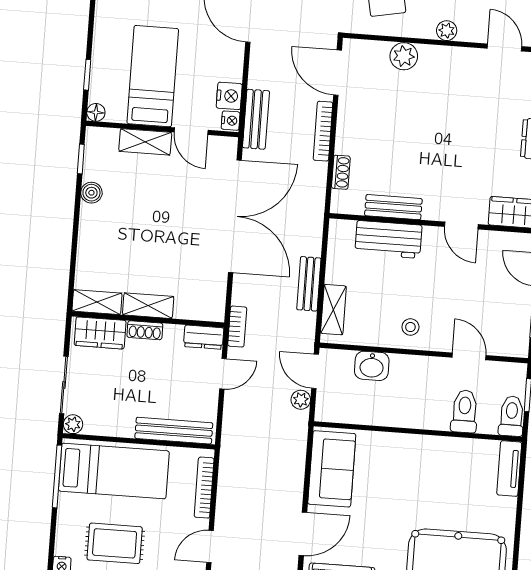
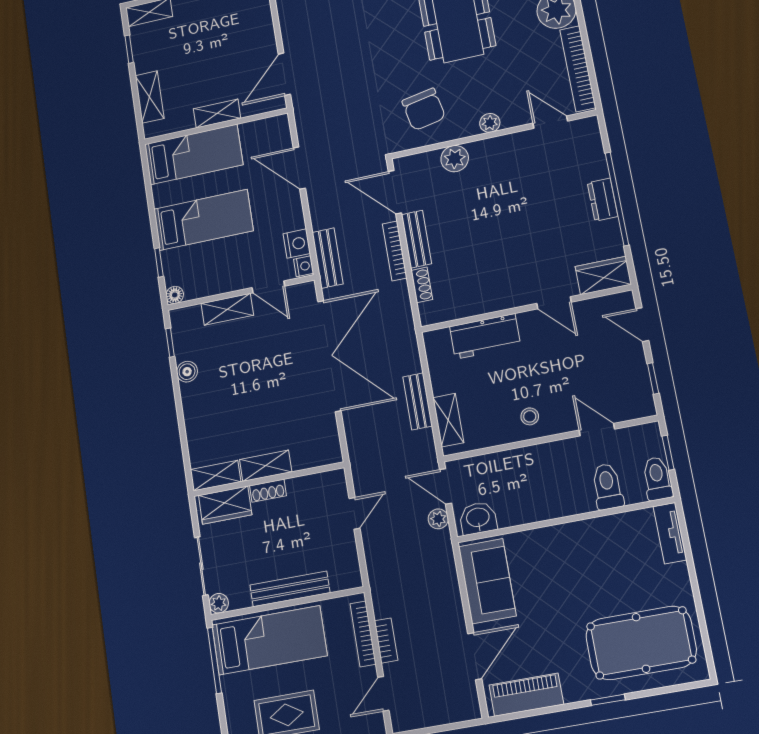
bed: (153, 76) -> (203, 220), moved, turned 90
bench: (393, 207) -> (416, 239), moved, turned 90
bookcase: (237, 327) -> (386, 640), moved
dresser: (204, 337) -> (327, 482), removed
washbasin: (372, 366) -> (478, 518), moved, turned 180
bench: (174, 431) -> (290, 589), moved

